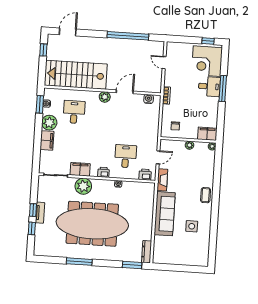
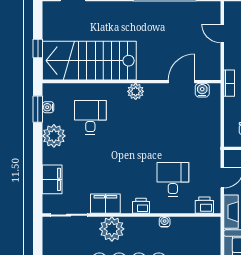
window: (43, 50) -> (38, 49), moved
door: (125, 92) -> (181, 82), moved
filing cabinet: (47, 140) -> (52, 179), moved

